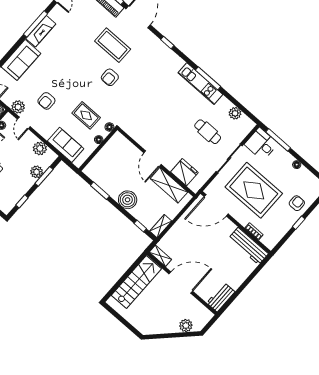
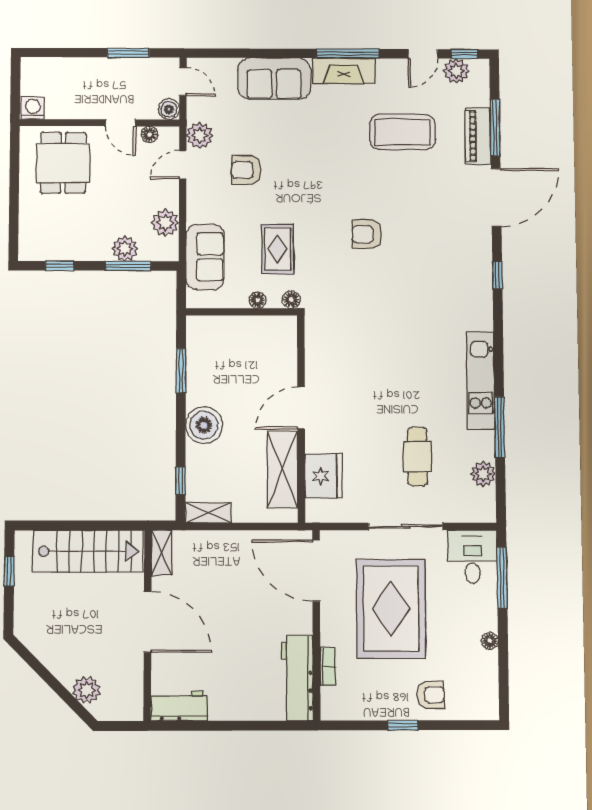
coffee table: (113, 45) -> (403, 132), moved, turned 90
window: (208, 78) -> (500, 427), moved
window: (118, 317) -> (9, 571), added

